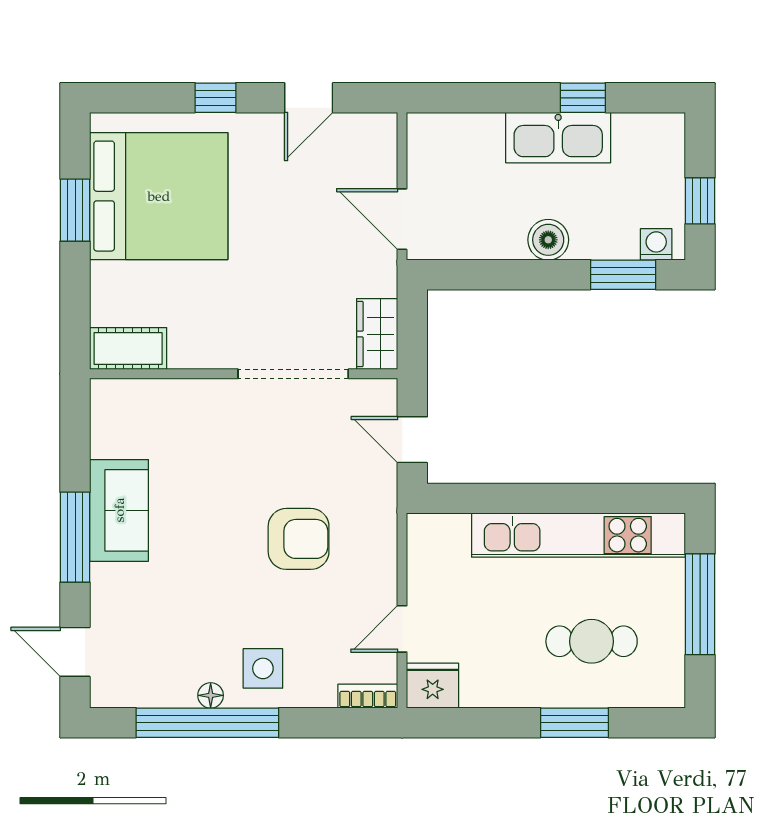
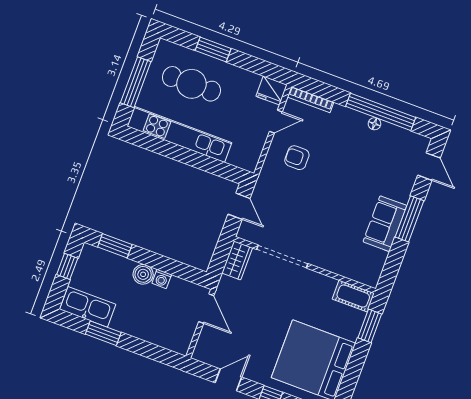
window: (583, 98) -> (103, 333), width x1.50
kitchen sink: (558, 138) -> (88, 307), moved
window: (75, 210) -> (370, 326), moved
washing machine: (656, 244) -> (162, 279), moved
armchair: (299, 539) -> (297, 158), moved, width x0.72, depth x0.72
cafe table: (592, 641) -> (191, 84), width x1.37, depth x1.35
side table: (263, 668) -> (346, 127), removed
bookcase: (368, 696) -> (311, 100), width x1.56

